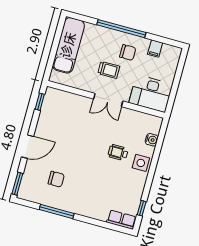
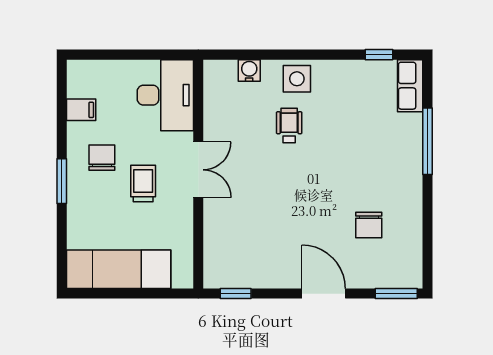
window: (121, 29) -> (62, 181), width x0.47
wheelchair: (118, 152) -> (289, 126), turned 180
chair: (56, 179) -> (369, 225), turned 180
window: (57, 211) -> (427, 141), moved

